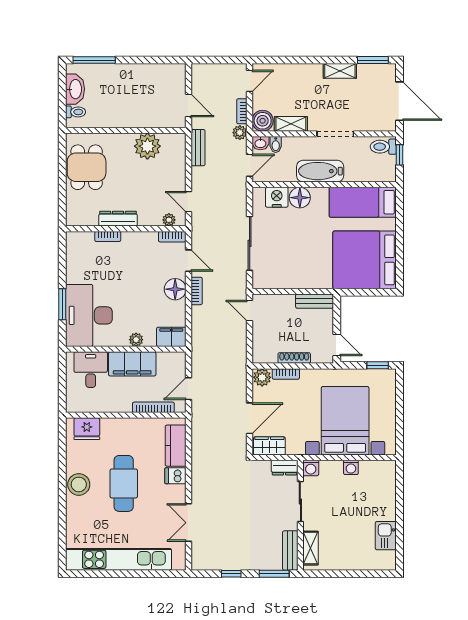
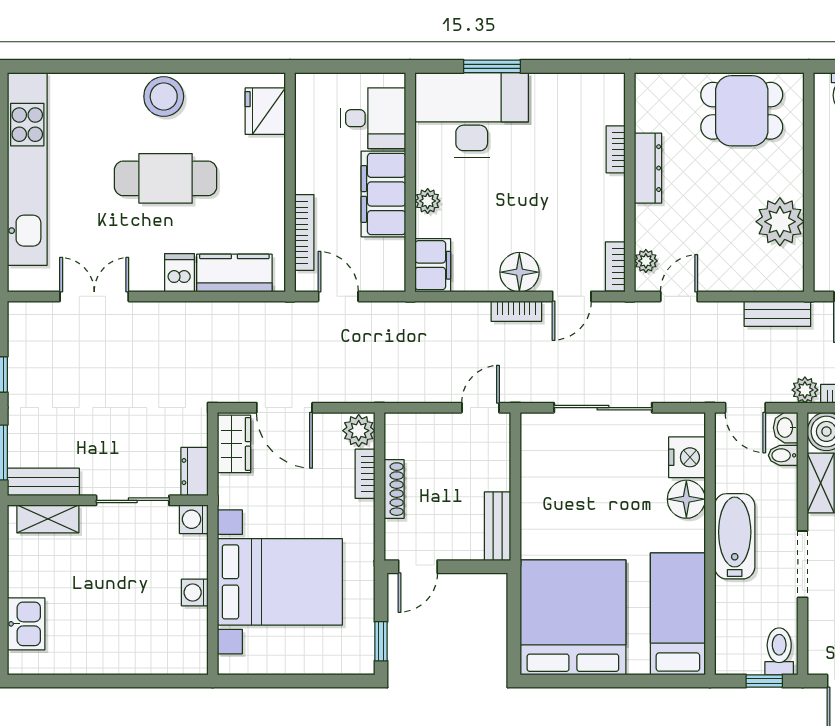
kitchen sink: (386, 536) -> (26, 624), moved, turned 90

